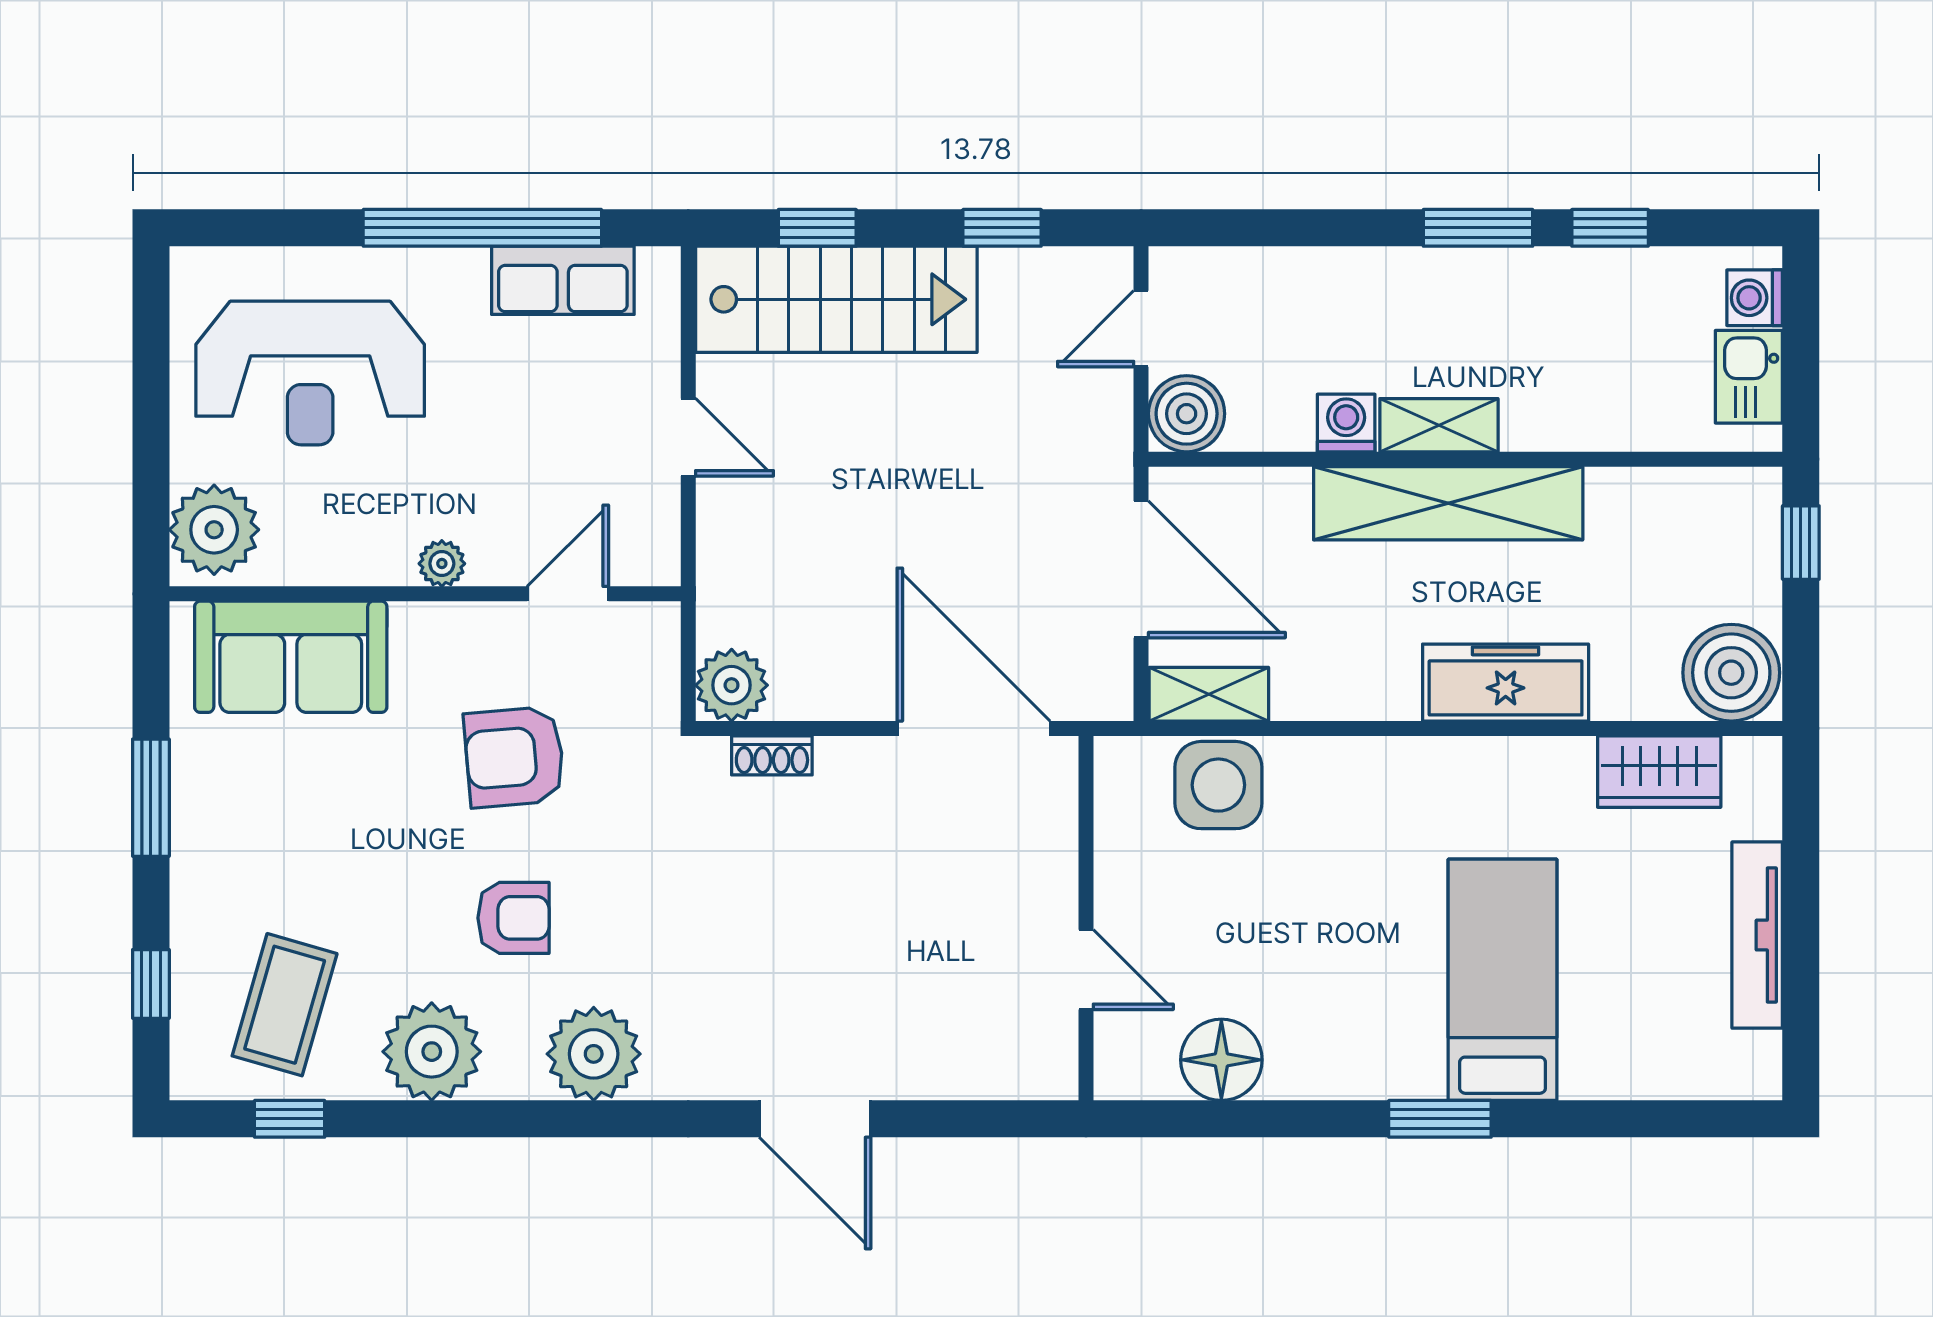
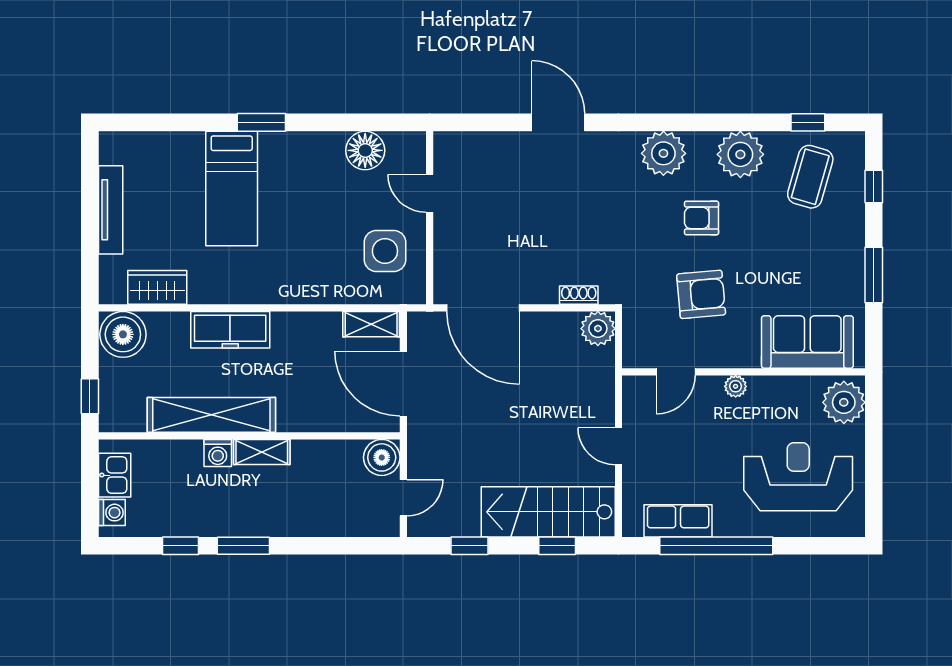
washing machine: (1346, 423) -> (218, 453), moved
shelving: (1448, 503) -> (211, 415), moved
side table: (1218, 785) -> (385, 251), moved

